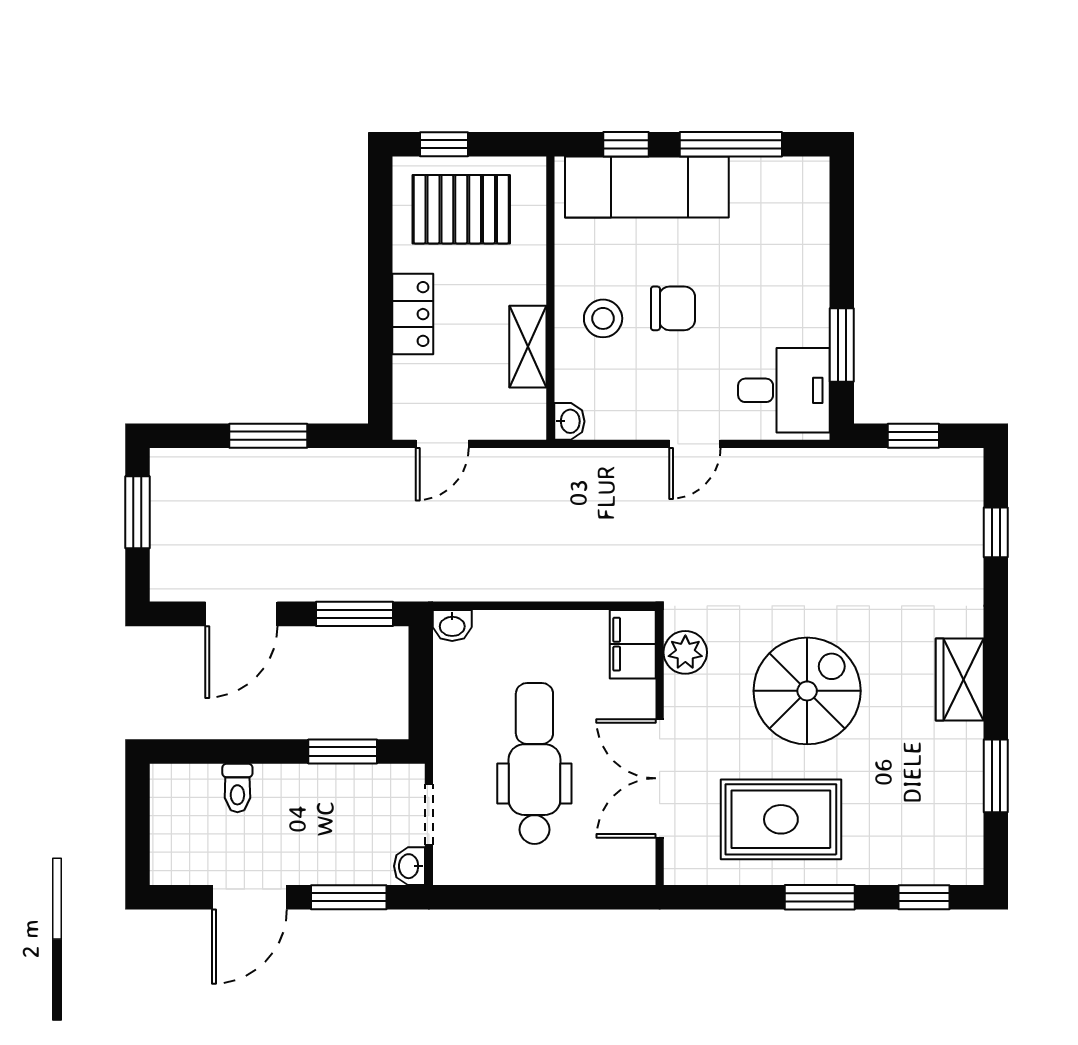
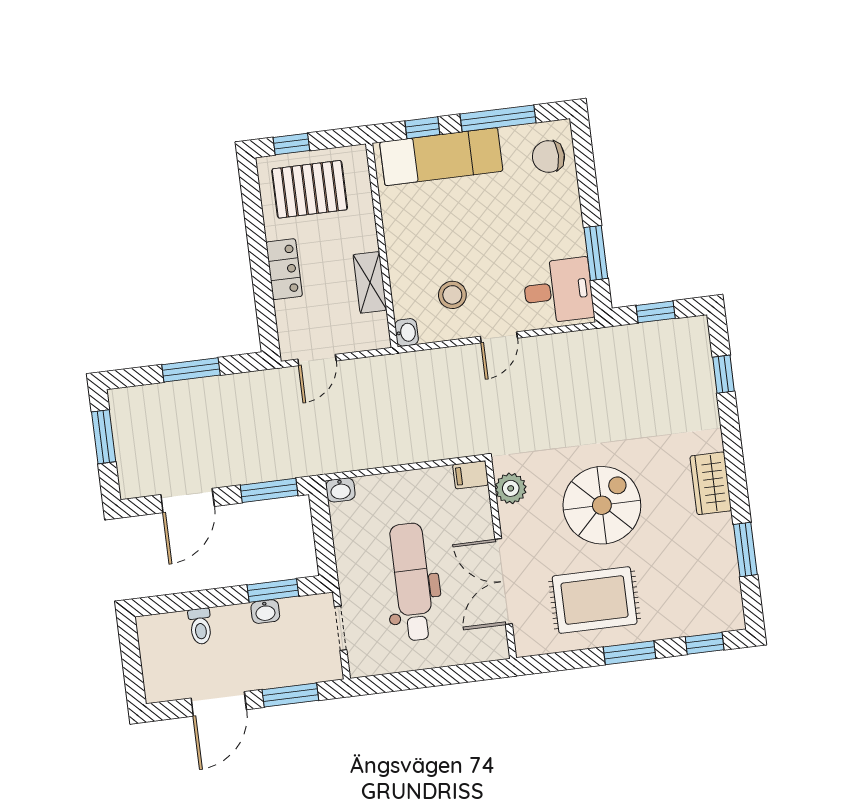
chair: (673, 308) -> (548, 156), moved, turned 180
stool: (603, 318) -> (452, 295), moved
filing cabinet: (633, 644) -> (471, 475), width x0.50
washbasin: (410, 866) -> (265, 612), moved, turned -90

